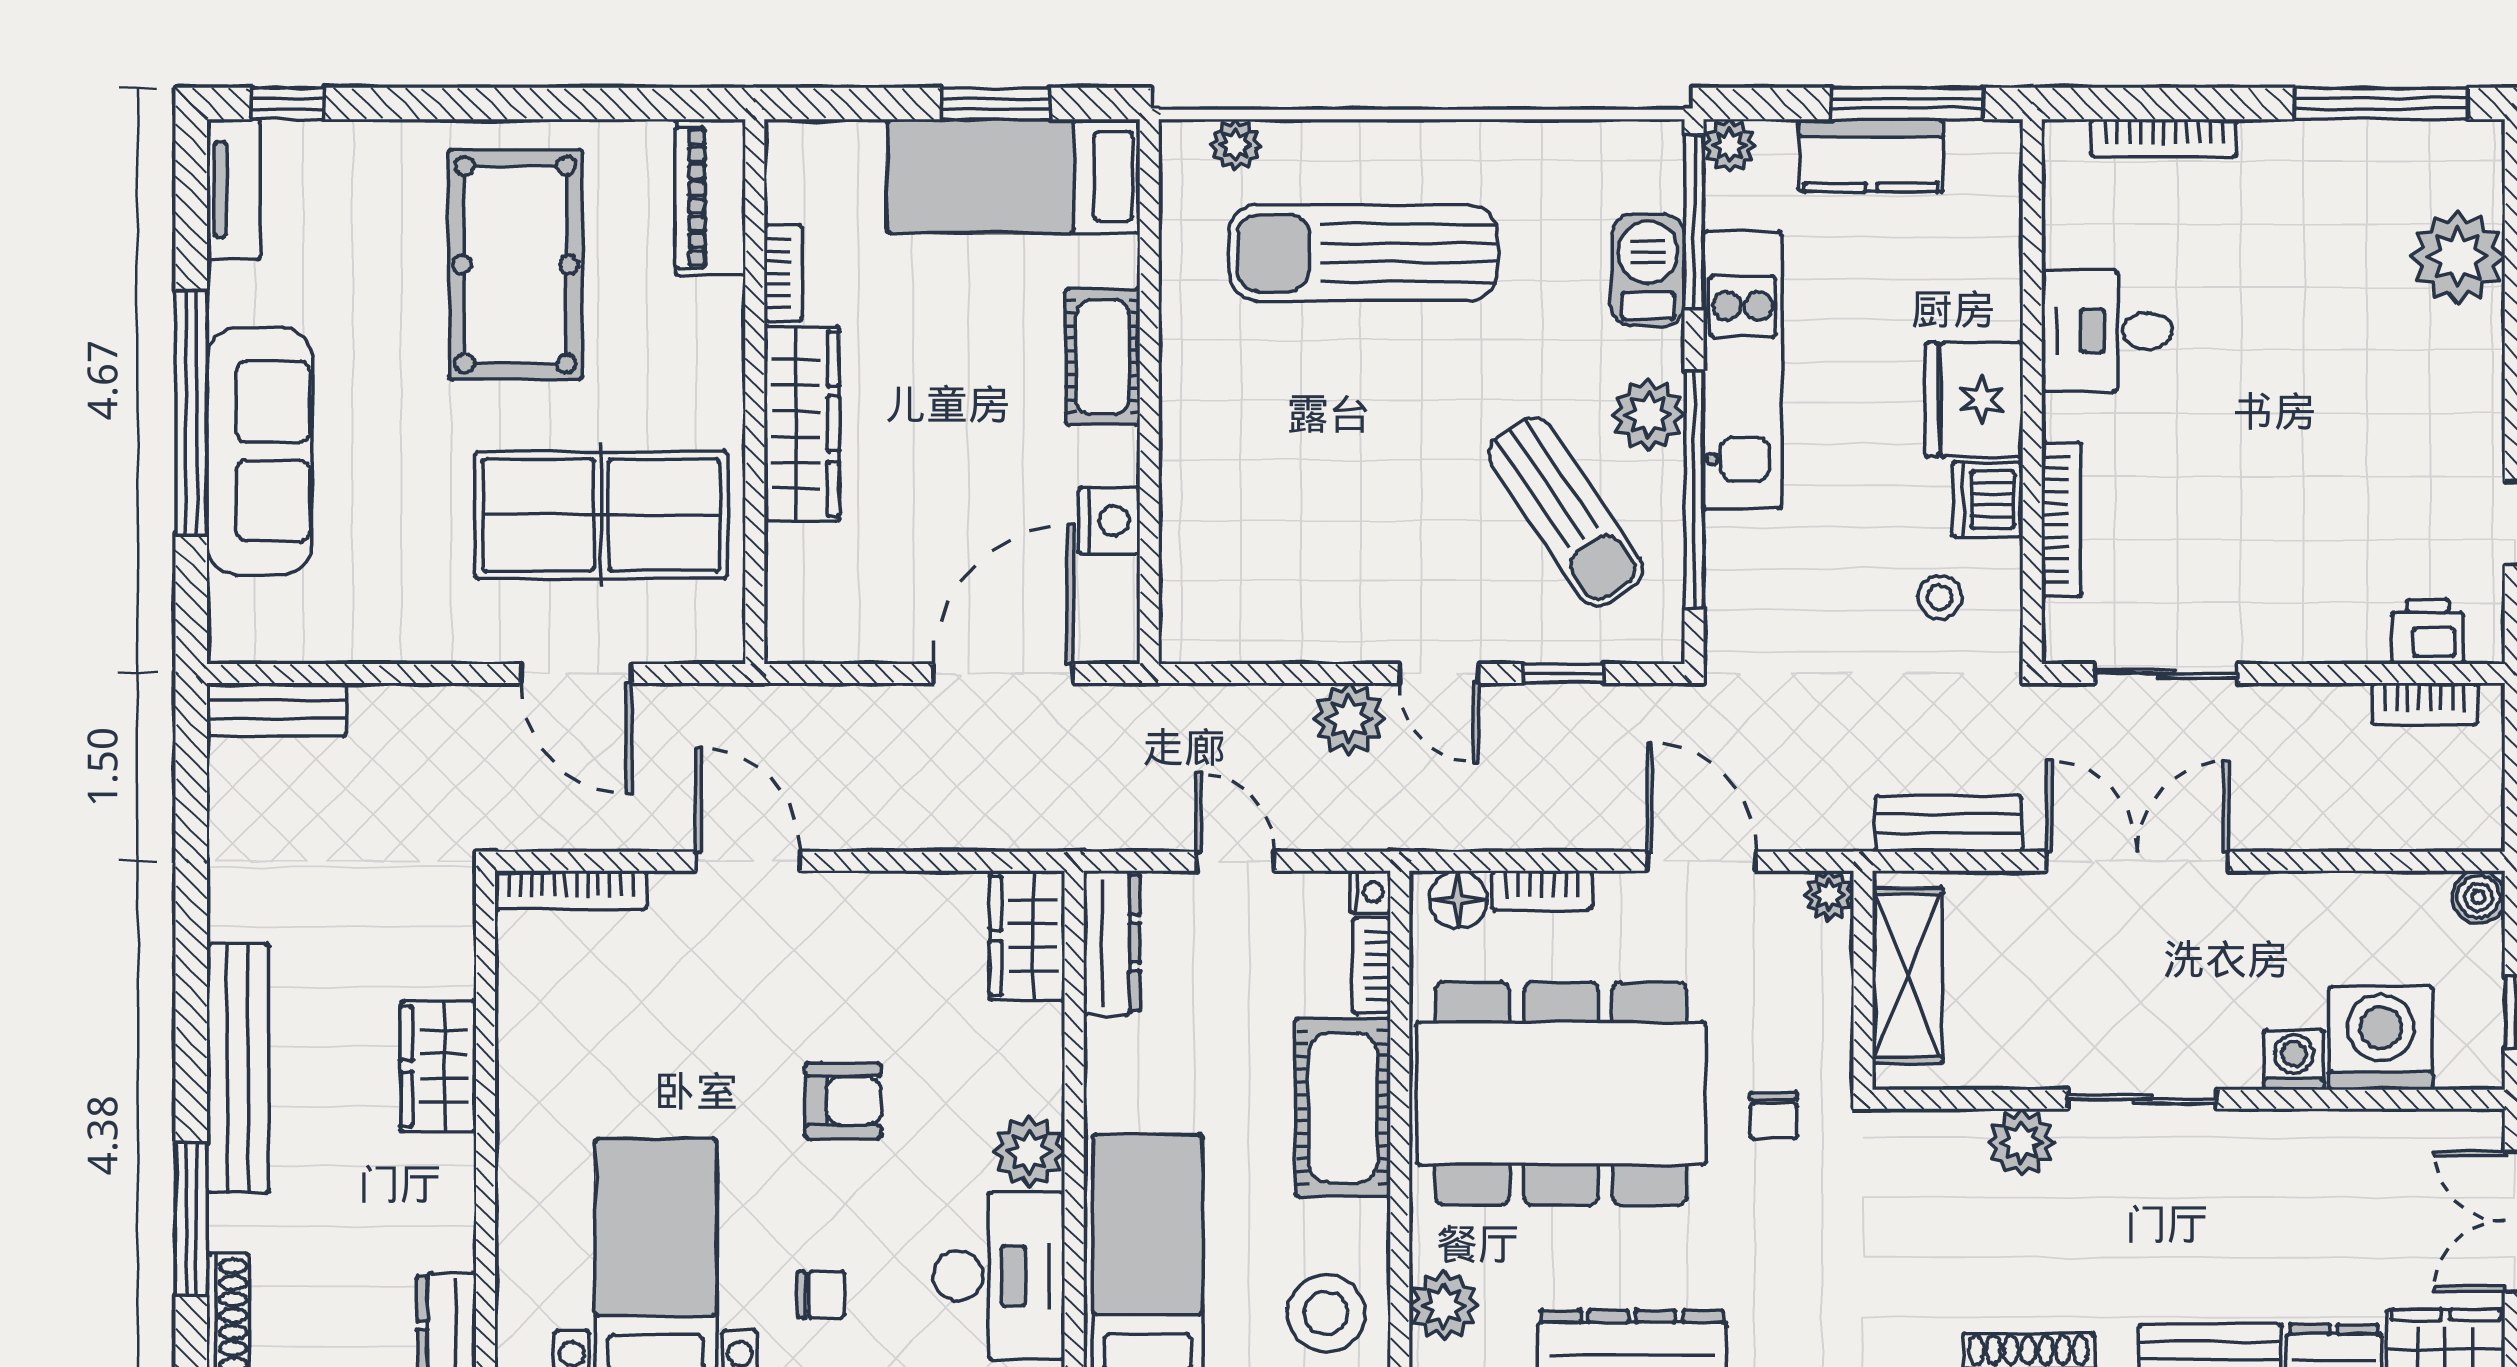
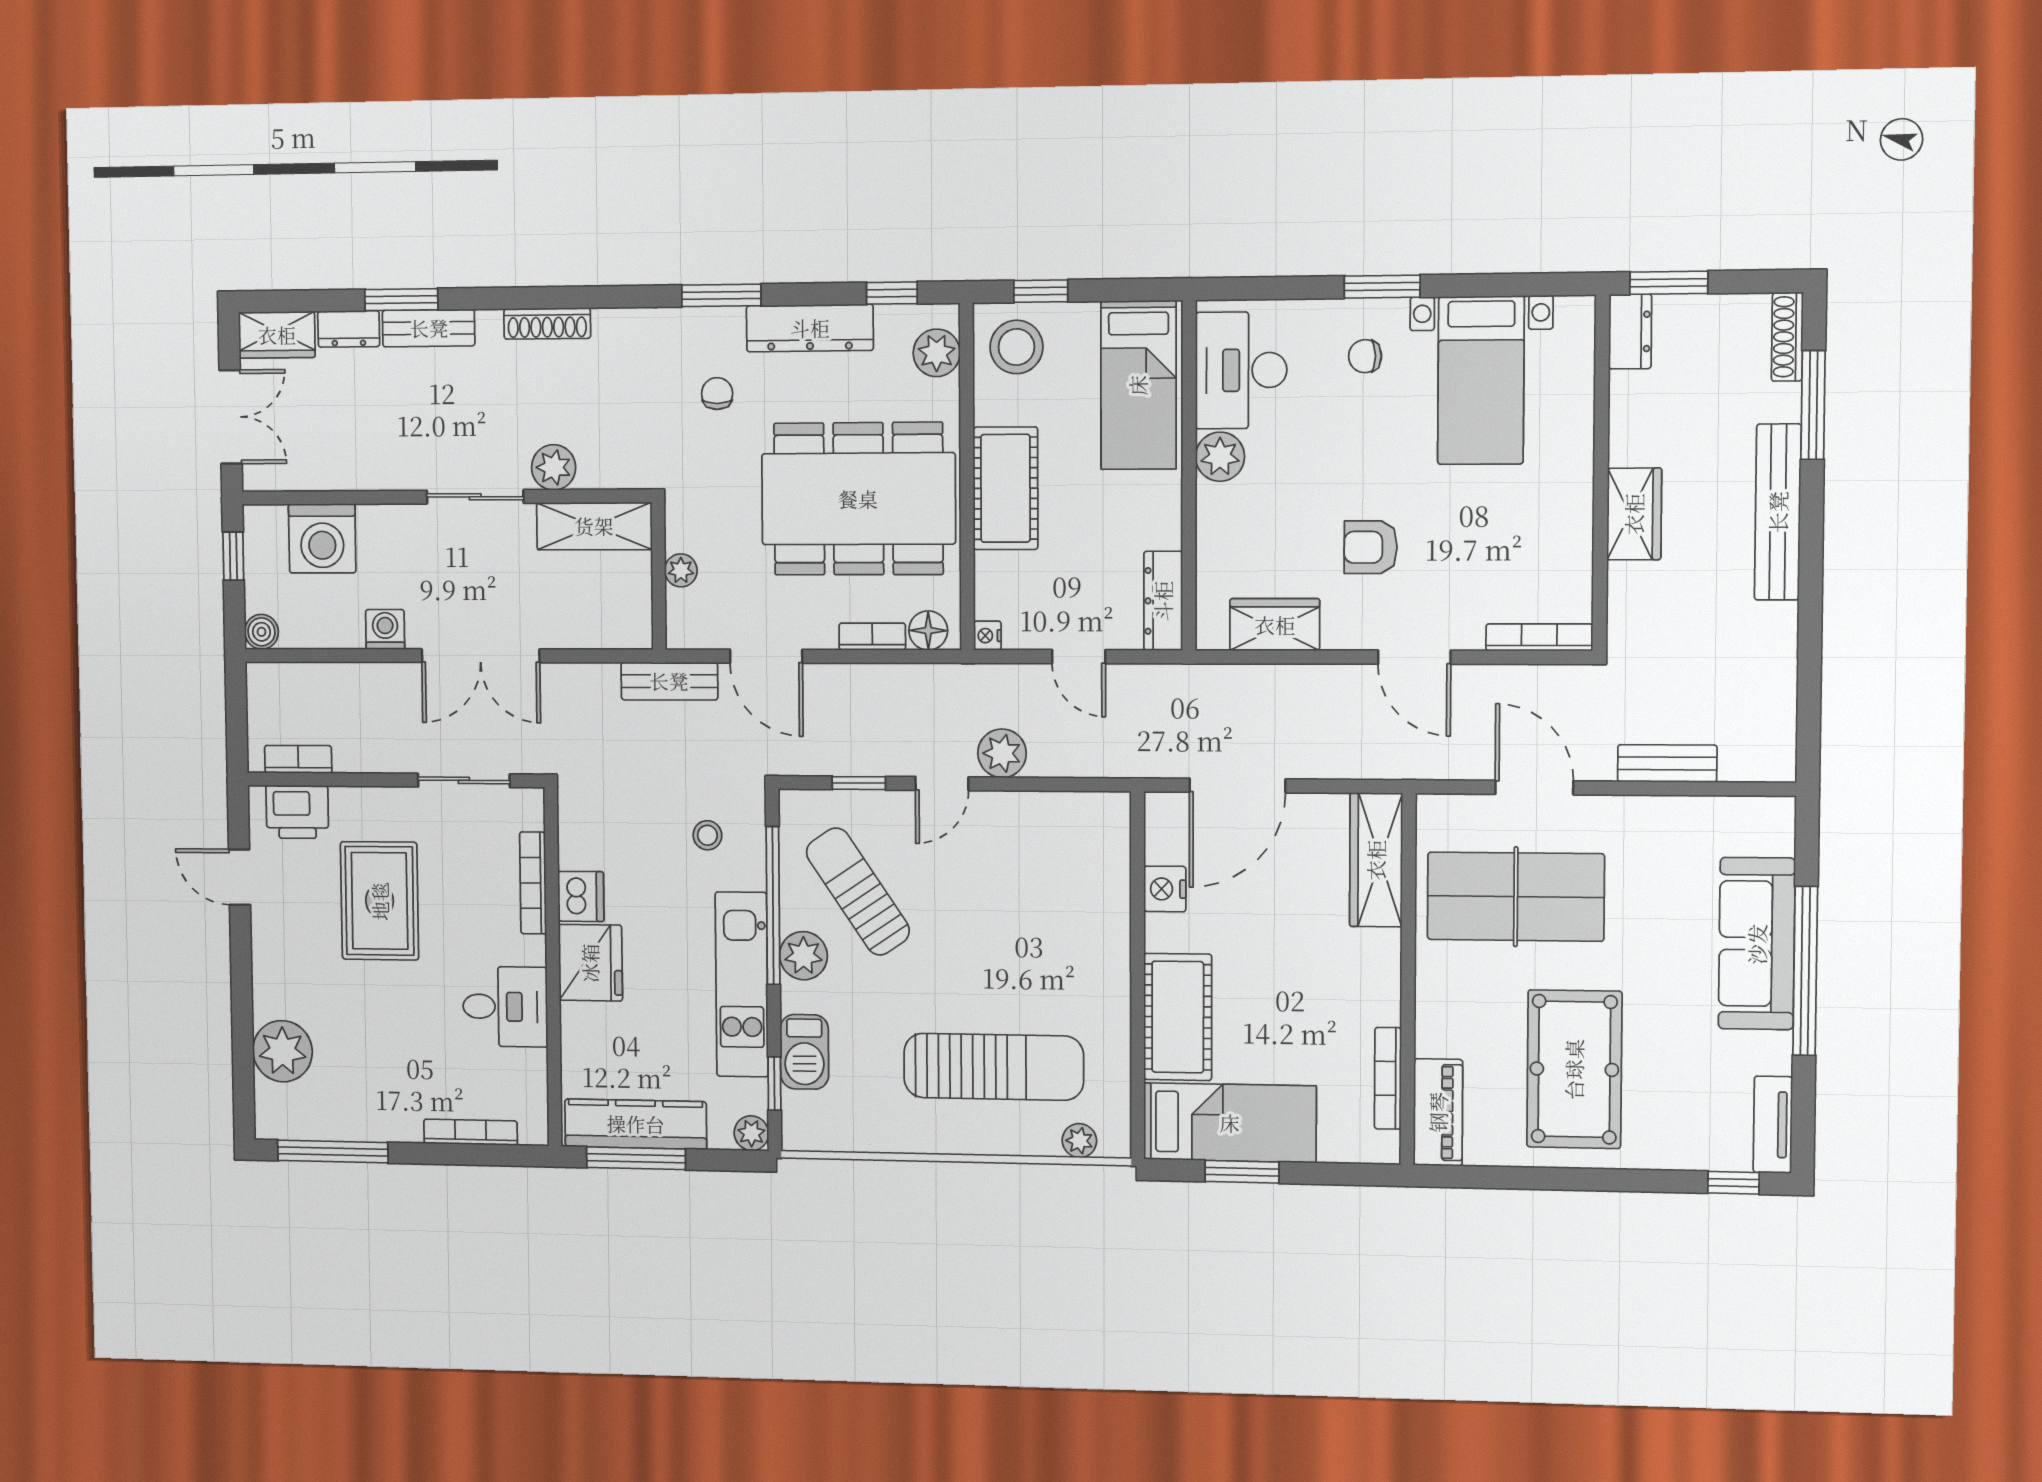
kitchen counter: (1871, 156) -> (636, 1124), width x1.50
window: (1694, 221) -> (774, 1084), width x0.46
bookcase: (783, 273) -> (1388, 1078), width x1.56
cot: (1103, 357) -> (1178, 1017), width x1.37, depth x1.34
wardrobe: (802, 424) -> (1376, 860), moved
rug: (2301, 489) -> (380, 901), added
stool: (1940, 597) -> (707, 835), moved
printer: (2428, 632) -> (297, 812), width x1.36, depth x1.24
door: (1439, 673) -> (942, 784), swing flipped
bench: (277, 709) -> (1667, 763), moved
bench: (1948, 824) -> (669, 681), moved
plant: (1829, 895) -> (681, 570), moved
wardrobe: (1027, 936) -> (1275, 625), moved, turned -90
bookcase: (1371, 966) -> (986, 585), removed
shelving: (1908, 976) -> (594, 526), moved, turned 90
washing machine: (2294, 1060) -> (385, 629), moved, turned 180
armchair: (843, 1101) -> (1371, 547), moved
chair: (1774, 1116) -> (717, 394), moved

